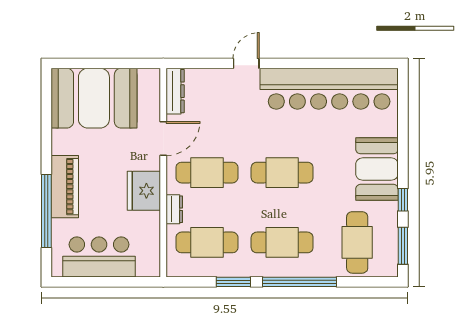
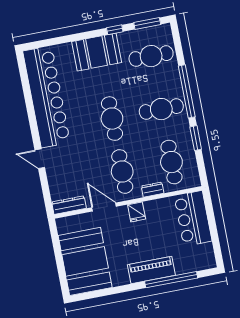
fridge: (144, 191) -> (137, 212), width x0.53, depth x0.75
cafe table: (282, 242) -> (161, 109), turned 90
bar counter: (99, 257) -> (193, 218), moved

